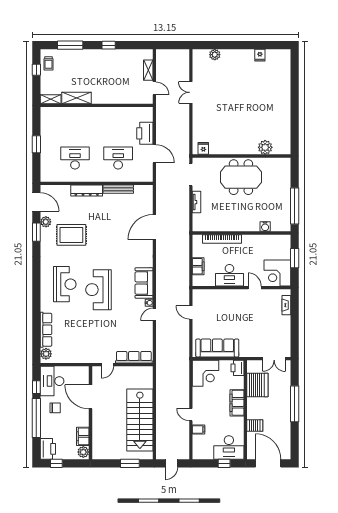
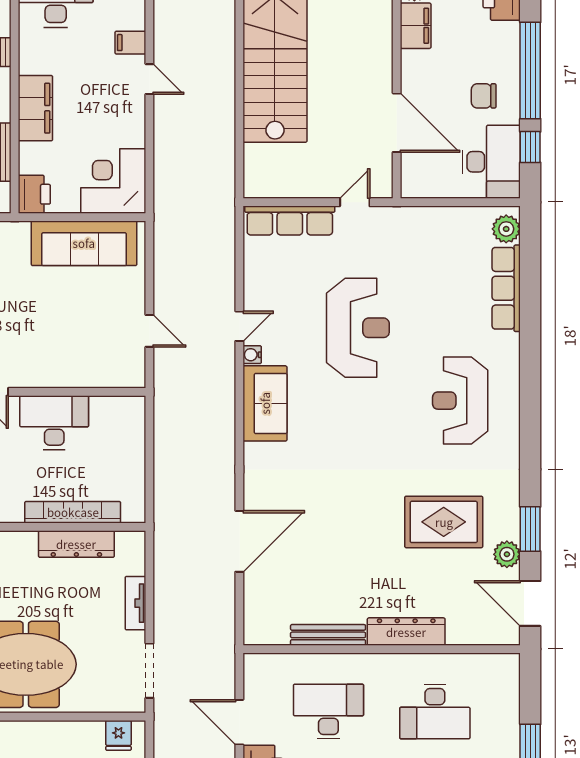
desk: (118, 158) -> (328, 711), turned 180
dresser: (220, 226) -> (76, 544), added
filing cabinet: (198, 266) -> (132, 445), removed
reception desk: (99, 290) -> (358, 328), moved

